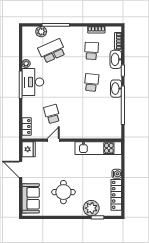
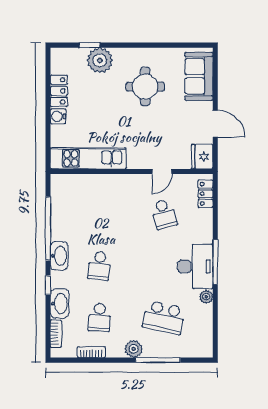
plant: (41, 32) -> (134, 349), moved
school desk: (52, 51) -> (164, 317), turned 36
locker: (116, 195) -> (59, 91), width x0.66

